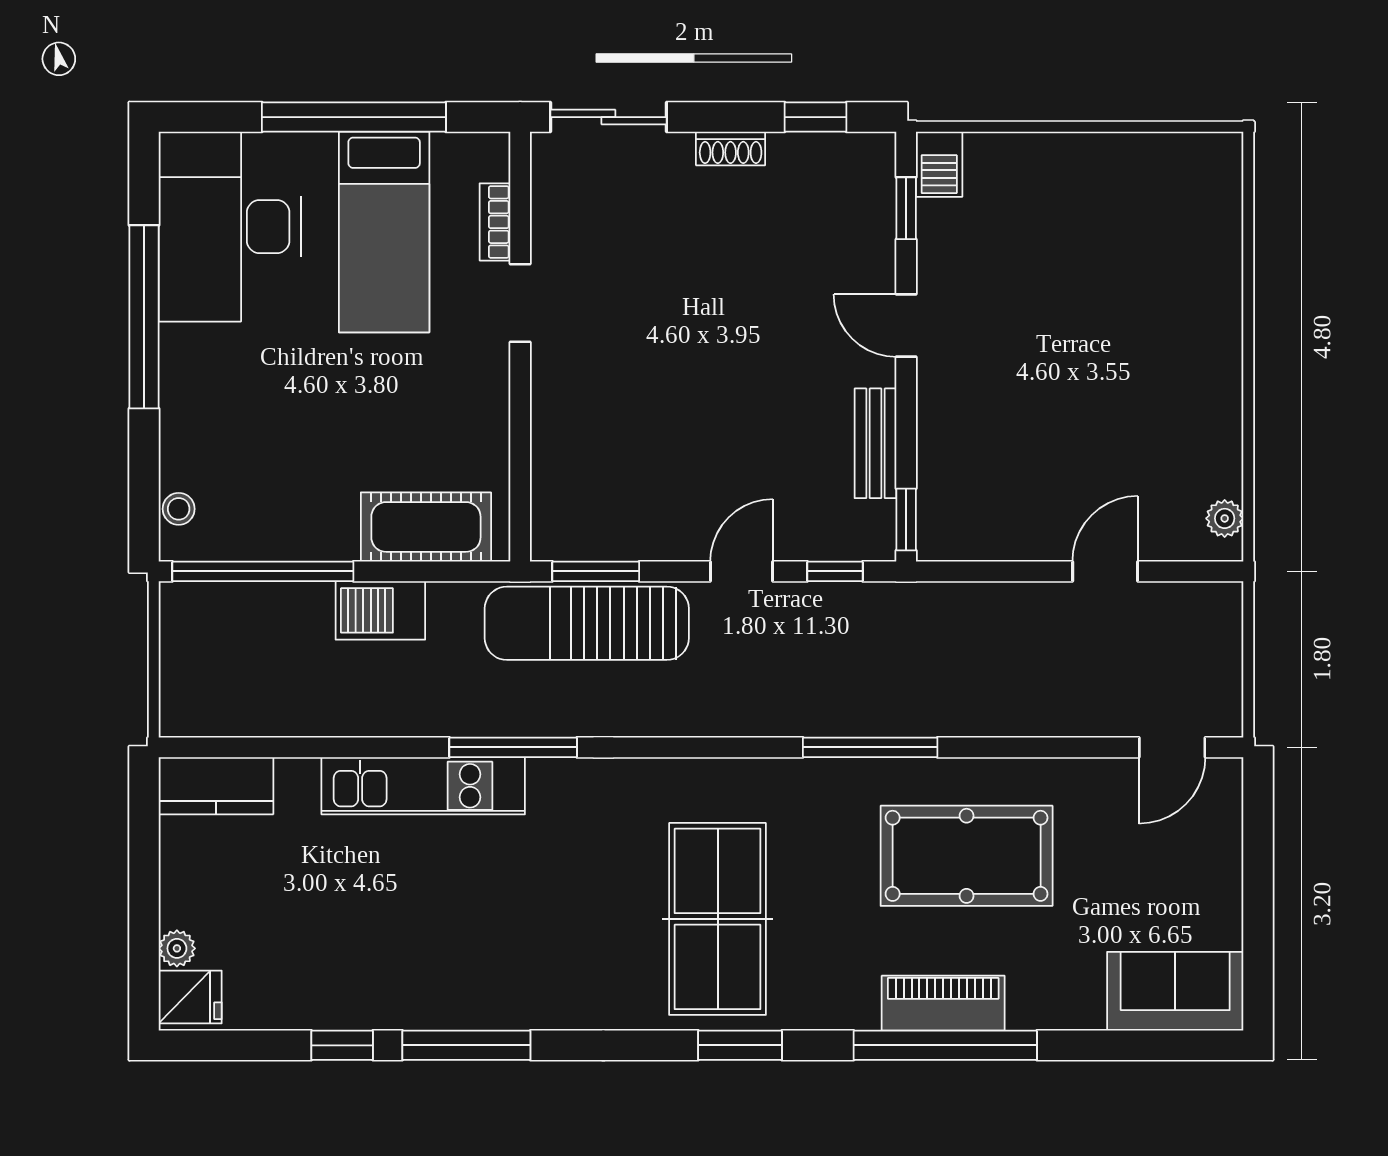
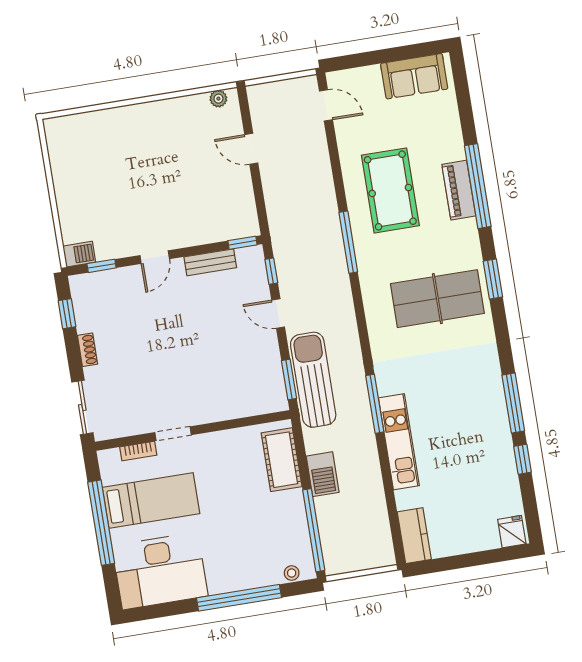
window: (144, 317) -> (239, 598), moved
sun lounger: (587, 623) -> (313, 380), turned 180
plant: (177, 948) -> (491, 541), removed
sofa: (1175, 991) -> (414, 76), moved, turned -90

